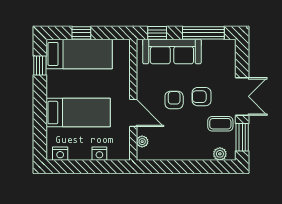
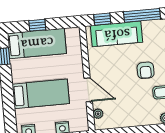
armchair: (202, 97) -> (146, 70), turned -90
armchair: (174, 100) -> (122, 75), removed

